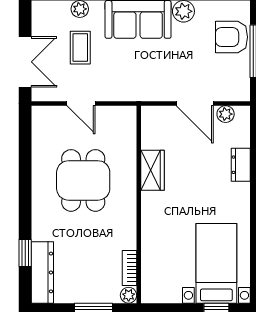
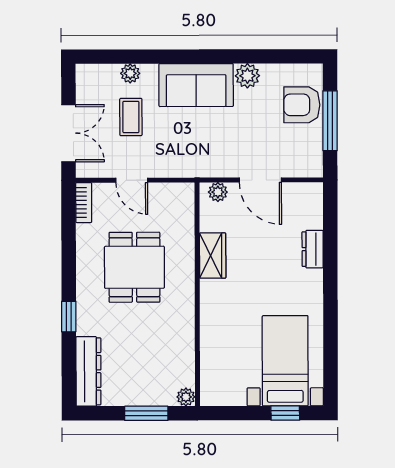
plant: (226, 114) -> (218, 192), moved
window: (25, 253) -> (69, 317), moved
bookcase: (130, 268) -> (84, 203), moved, turned 180

